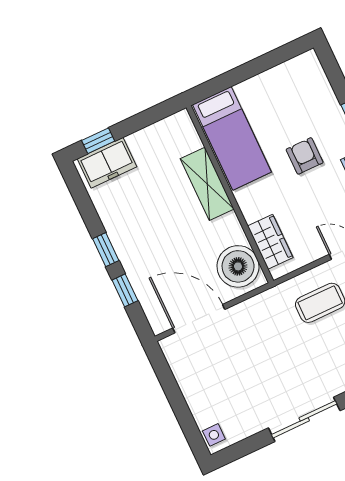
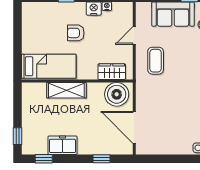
freezer: (107, 163) -> (62, 145), moved, turned -90
window: (106, 250) -> (44, 159), moved
door: (199, 319) -> (134, 127), hinge flipped

